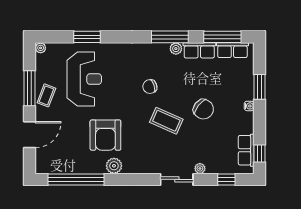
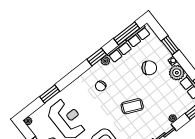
window: (170, 37) -> (97, 57), width x0.69
chair: (150, 87) -> (101, 86), moved
chair: (203, 109) -> (149, 68), moved
plant: (243, 122) -> (177, 73), added

